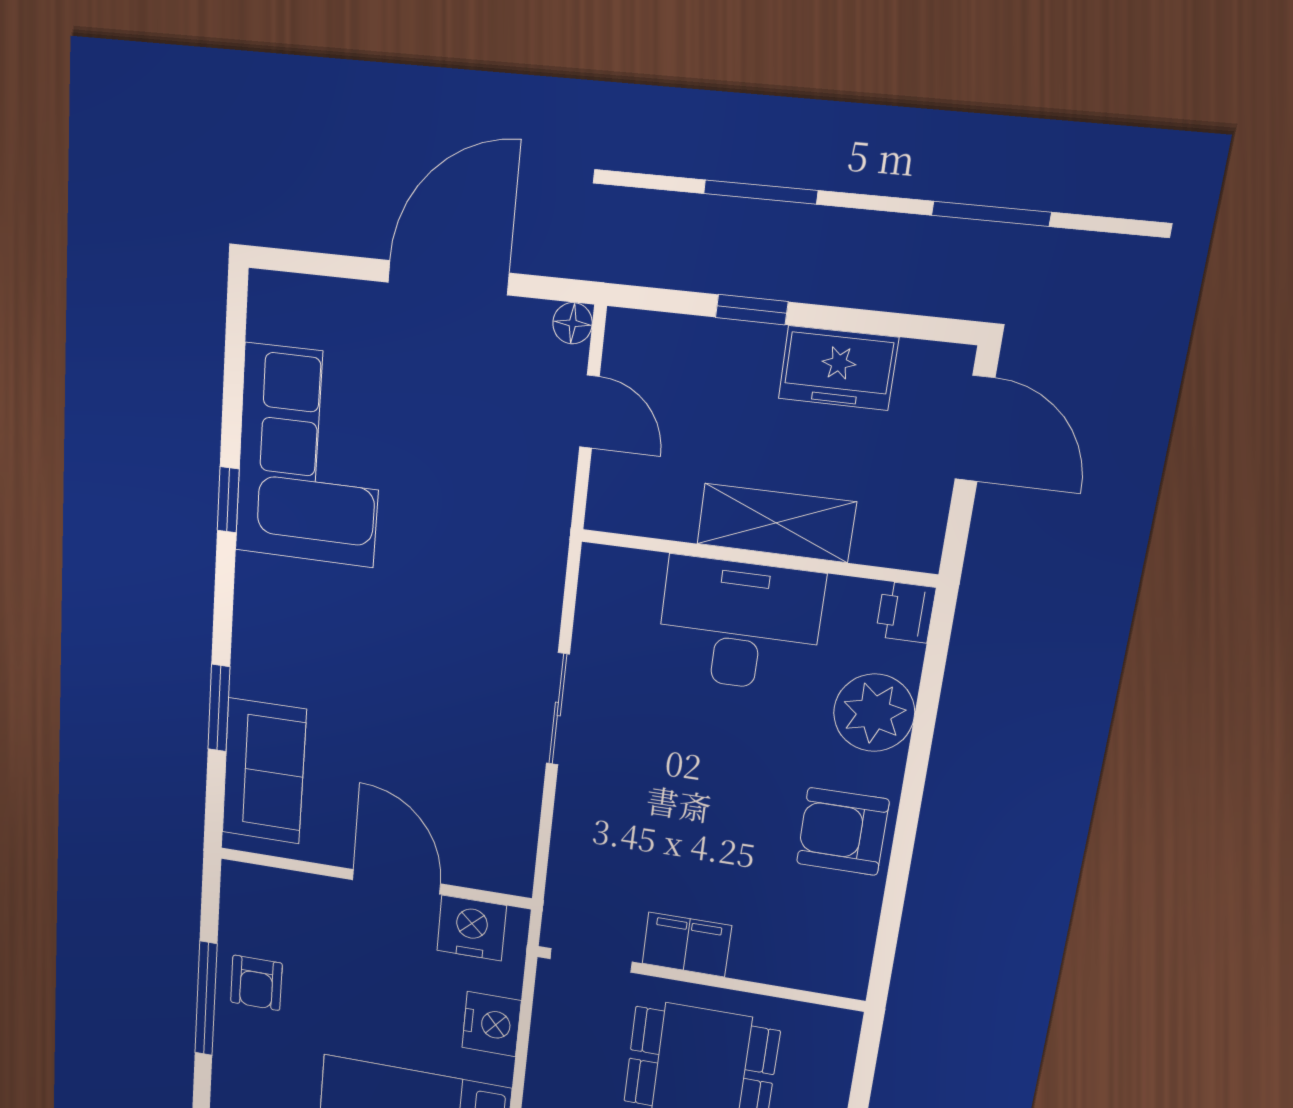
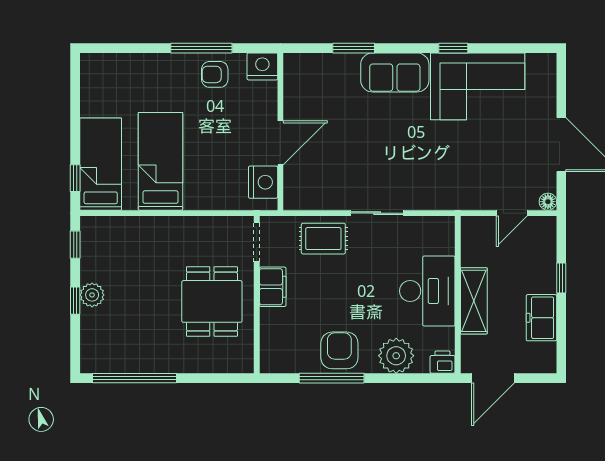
door: (975, 429) -> (493, 378), moved
sofa: (264, 771) -> (395, 72), moved
rug: (599, 828) -> (323, 239), added
window: (901, 857) -> (332, 378), added
nightstand: (491, 1024) -> (262, 66), moved, turned 180

